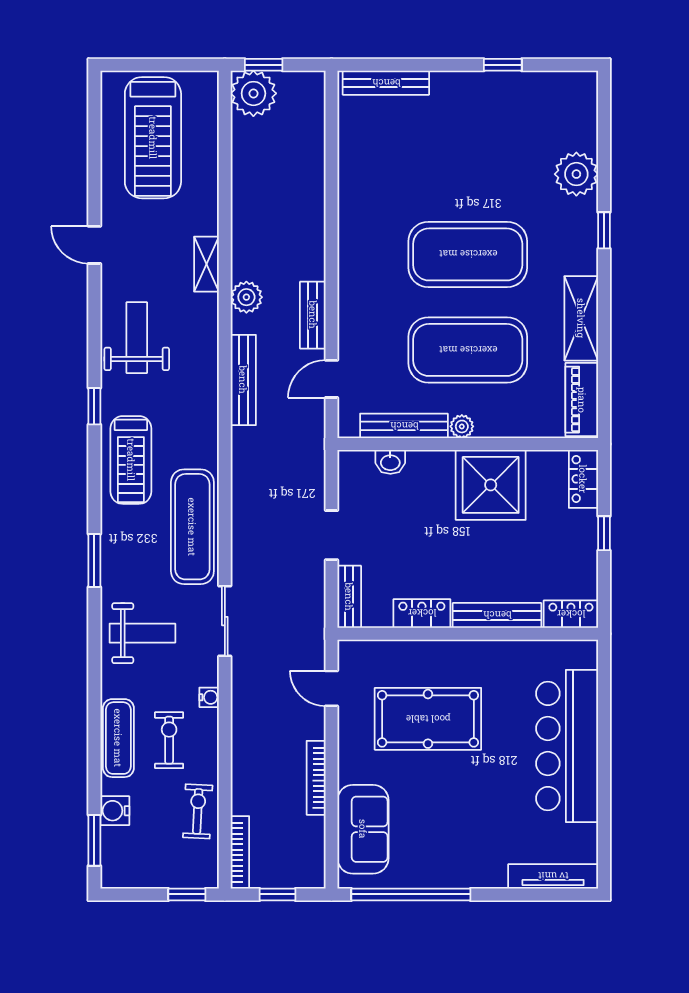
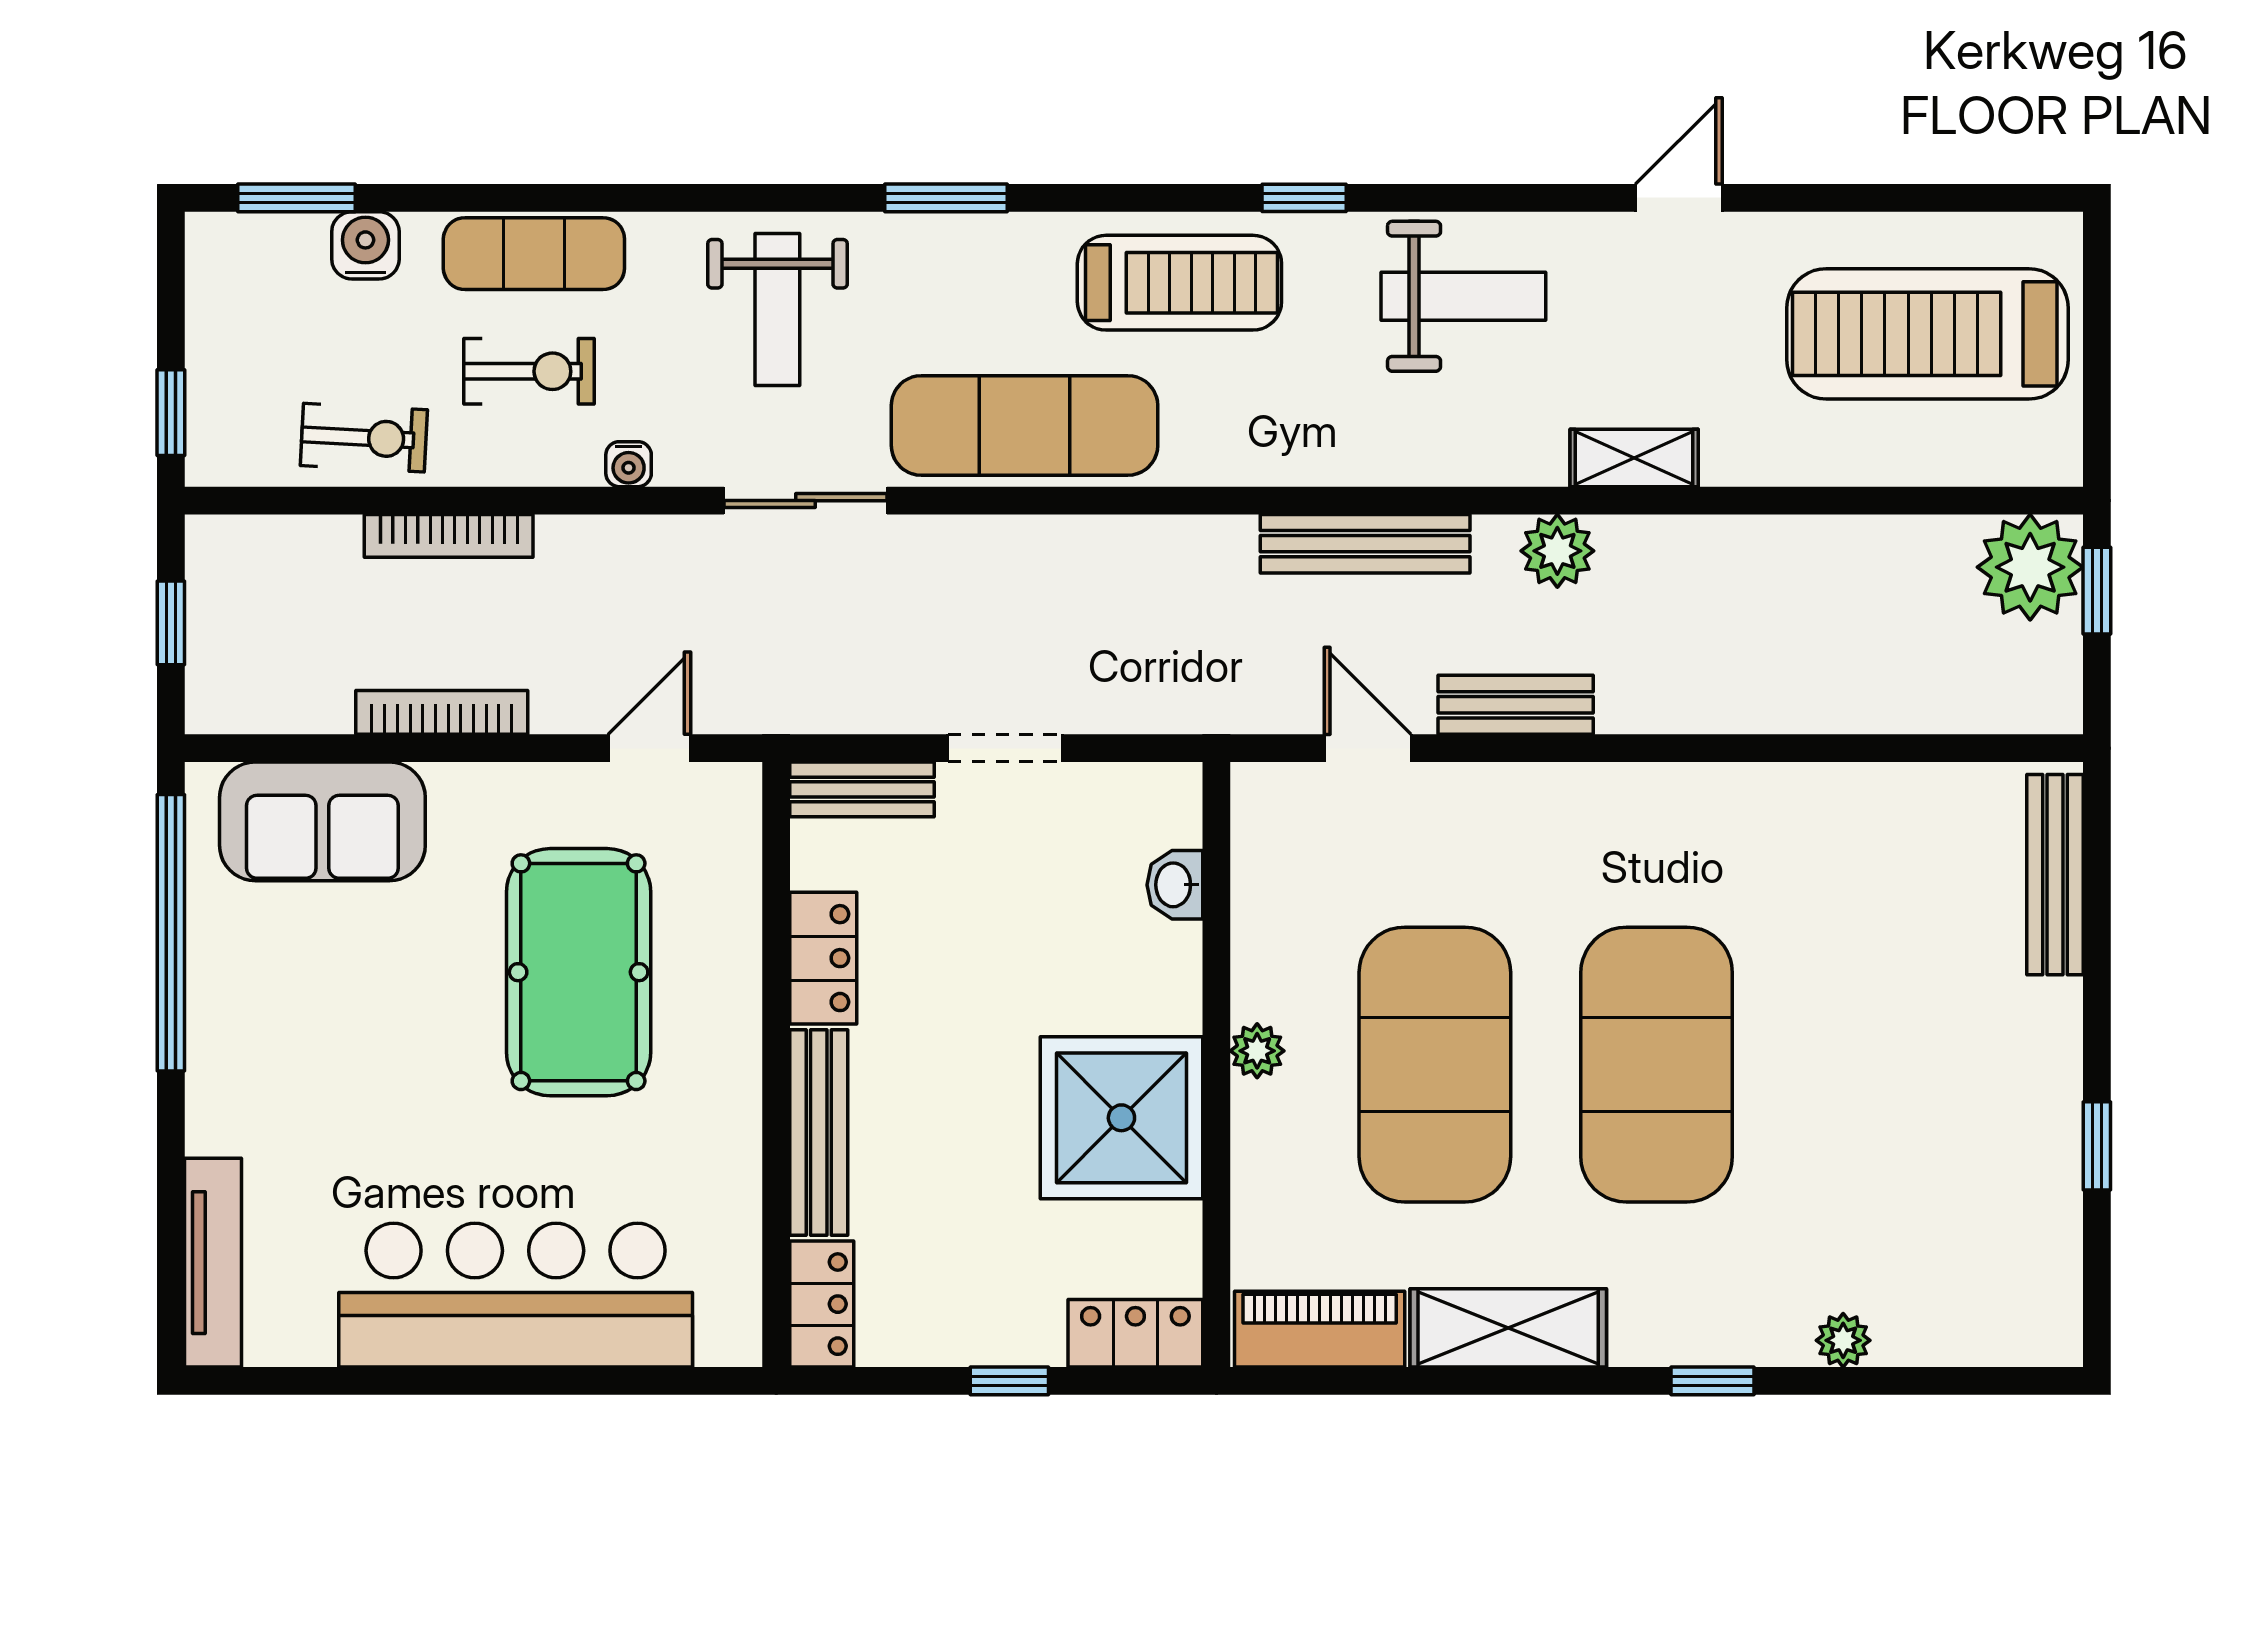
plant: (576, 174) -> (1843, 1340), width x0.53, depth x0.53
bench: (404, 426) -> (1259, 916), removed
treadmill: (131, 460) -> (1179, 283), turned 180
bookcase: (240, 852) -> (449, 536), moved

